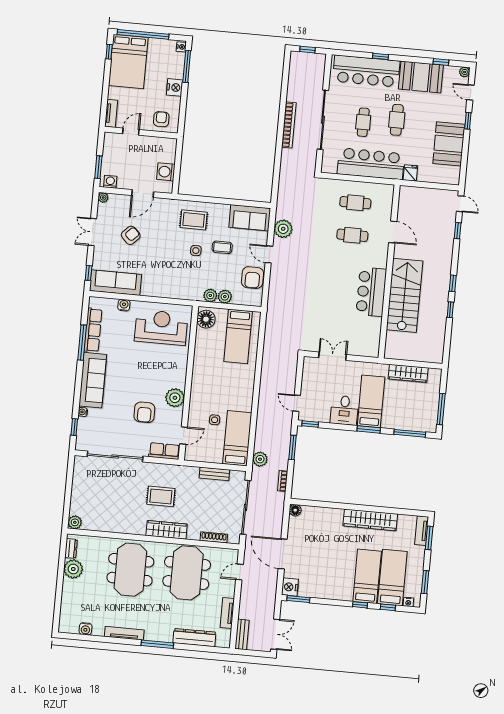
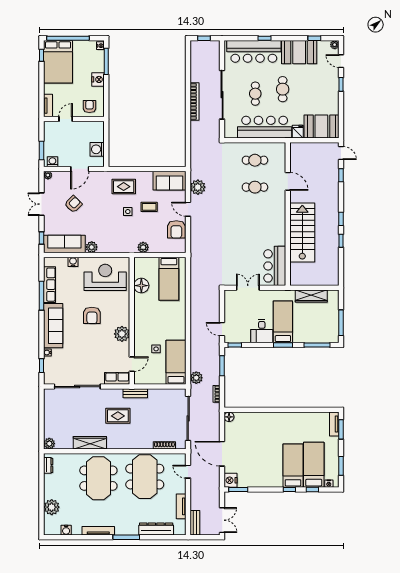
booth: (449, 144) -> (321, 126), moved, turned 90
bar counter: (371, 292) -> (275, 266), moved
plant: (225, 297) -> (92, 247), moved
floor lamp: (206, 319) -> (141, 286), moved
armchair: (144, 412) -> (92, 315), moved
bench: (214, 474) -> (135, 393), moved
wardrobe: (370, 520) -> (291, 419), removed
wardrobe: (167, 530) -> (90, 443), moved
plant: (73, 569) -> (52, 507), moved
door: (240, 572) -> (188, 472), hinge flipped

